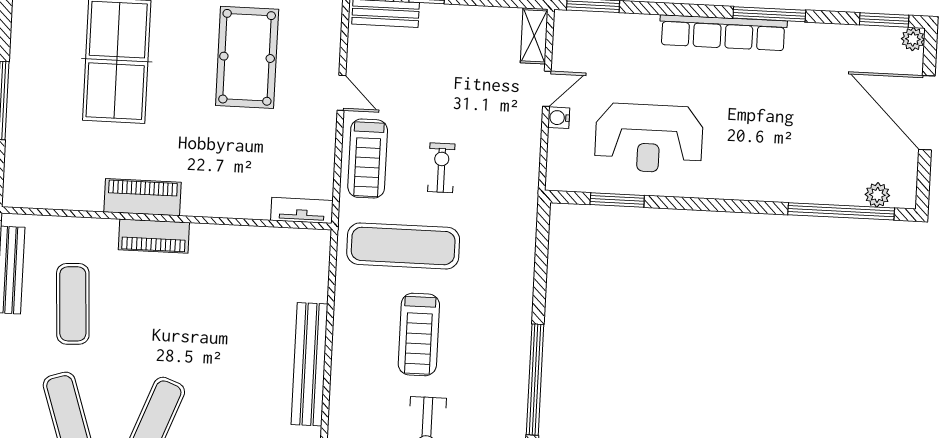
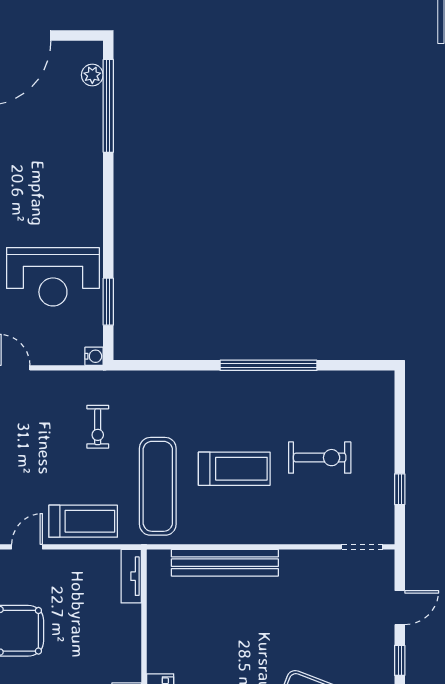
water cooler: (559, 118) -> (94, 356), moved, turned -90
reception desk: (649, 138) -> (53, 277), turned 90
exercise bike: (441, 168) -> (98, 427), moved, turned -90
bench: (310, 364) -> (225, 563), moved

